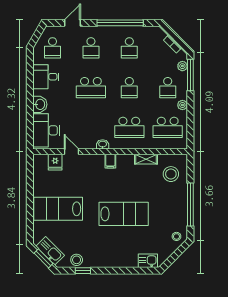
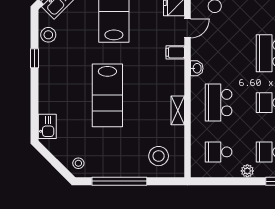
school desk: (168, 127) -> (219, 152), width x0.54
shelving: (146, 159) -> (178, 110), moved
filing cabinet: (110, 161) -> (175, 52), moved
window: (83, 271) -> (34, 58), moved

